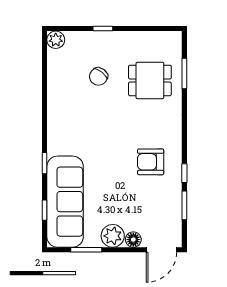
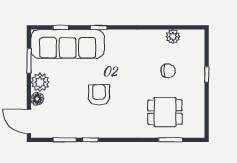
plant: (56, 40) -> (173, 36), moved
chair: (98, 77) -> (168, 71), turned 142
dining table: (150, 80) -> (165, 112), turned 90
armchair: (151, 162) -> (99, 95), moved

